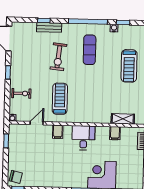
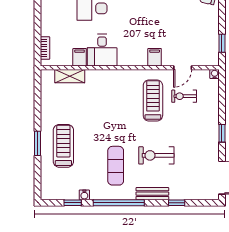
bench: (49, 27) -> (152, 194), moved
exercise bike: (58, 57) -> (156, 155), turned -96
exercise bike: (21, 93) -> (184, 96), moved
treadmill: (60, 99) -> (153, 100), turned 180
desk: (83, 138) -> (102, 50), moved

